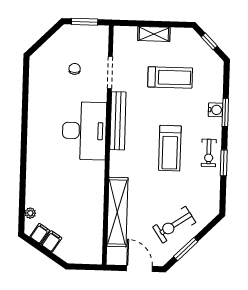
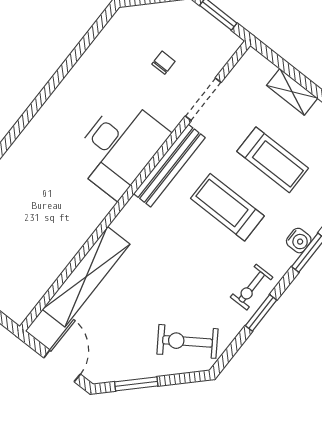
treadmill: (170, 148) -> (227, 207), moved, turned 90
exercise bike: (174, 225) -> (187, 341), moved

